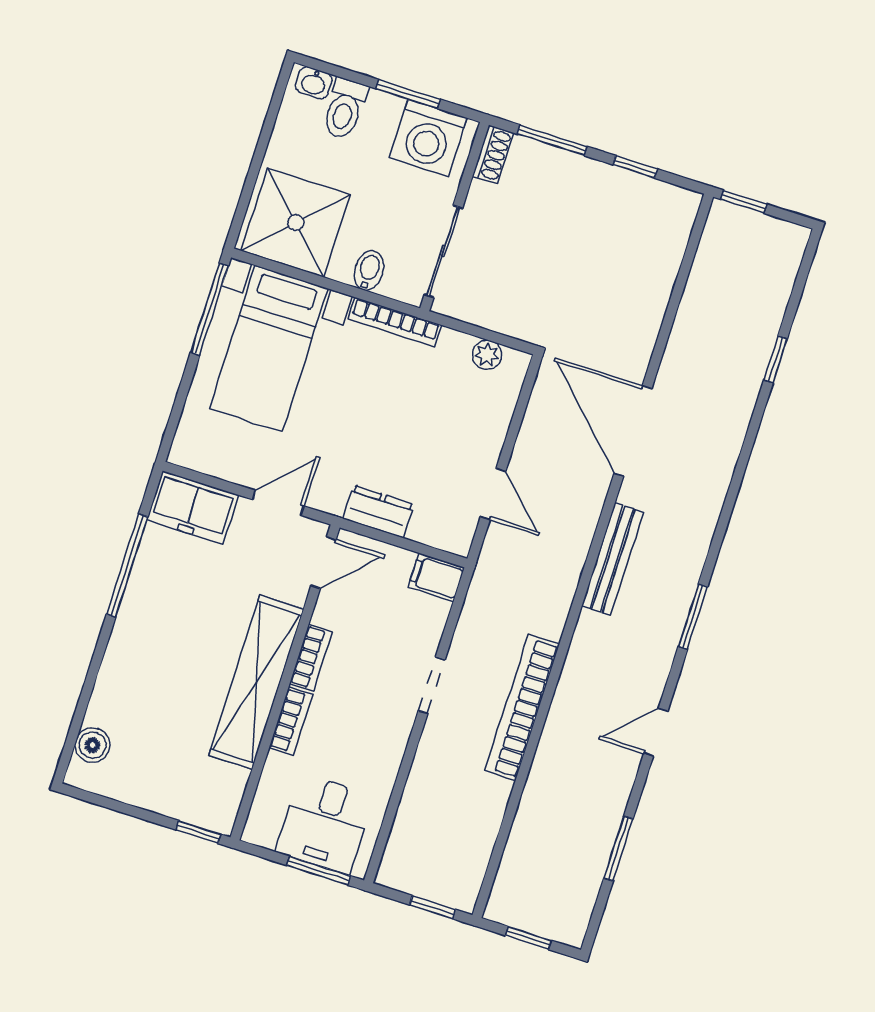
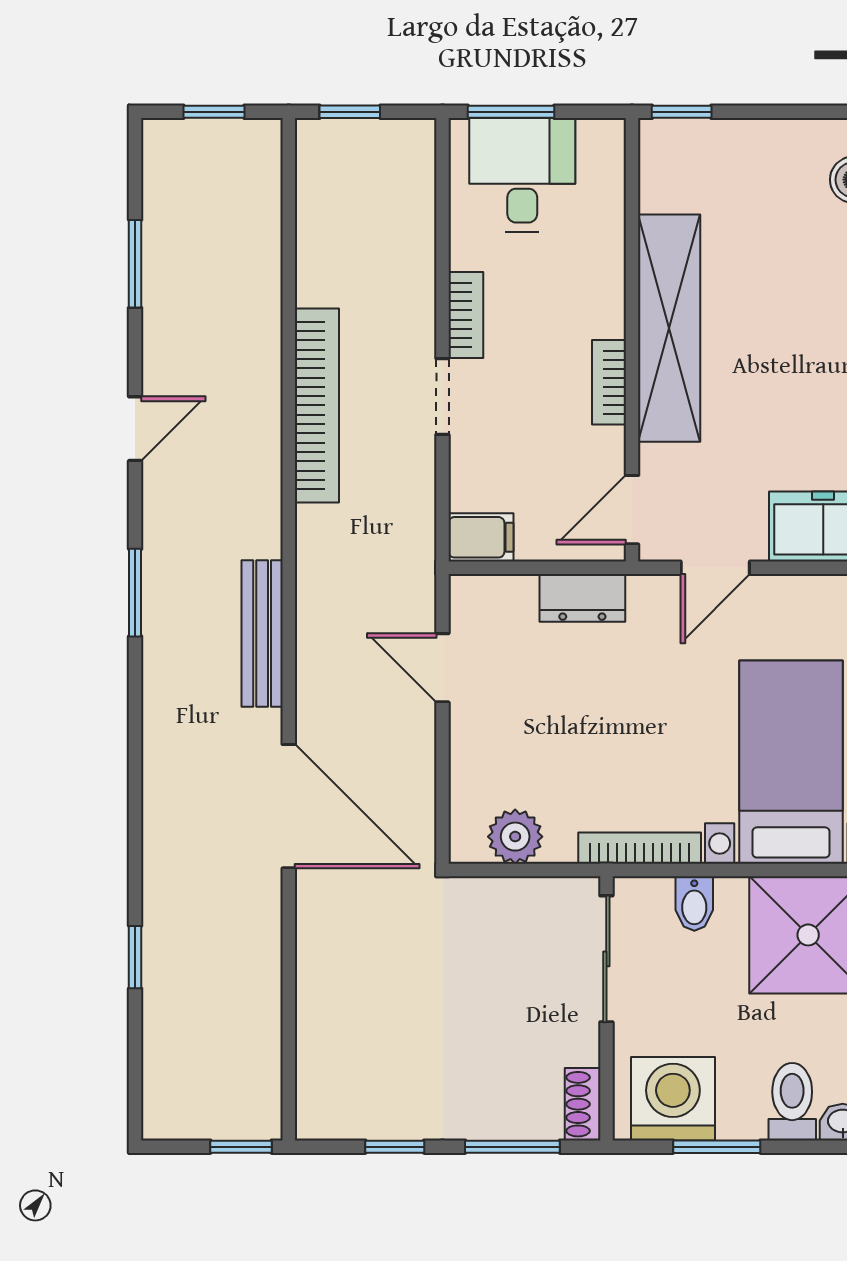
plant: (487, 355) -> (515, 837), width x1.38, depth x1.38
bookcase: (291, 721) -> (466, 315), moved, turned 180

